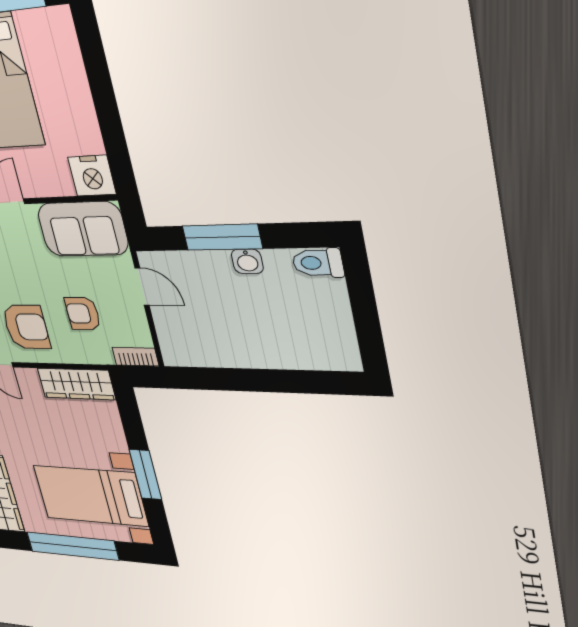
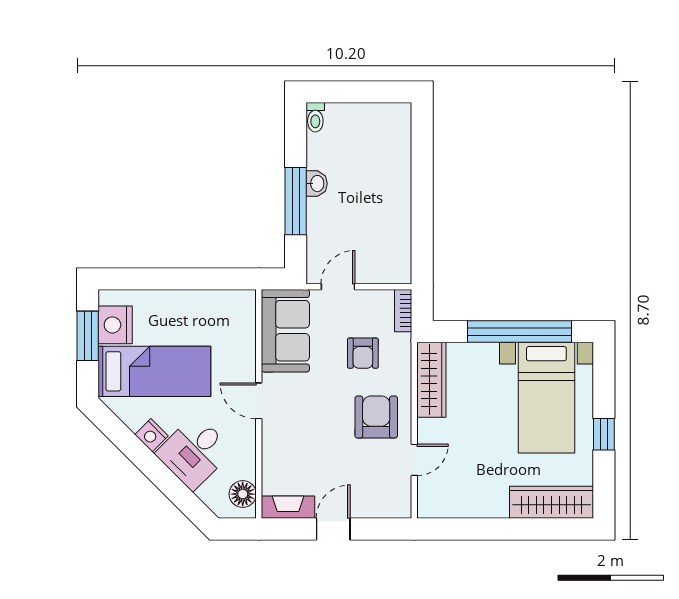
nightstand: (92, 176) -> (115, 325), moved, turned 180
toilet: (318, 263) -> (315, 117), width x0.73, depth x0.72
window: (145, 474) -> (520, 332), width x2.11
window: (72, 546) -> (604, 434), width x0.32

